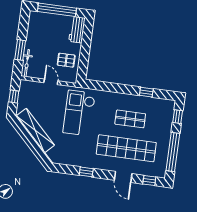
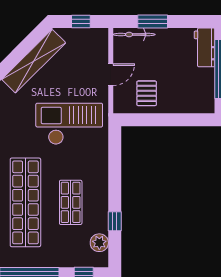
workbench: (77, 30) -> (205, 47), moved, turned -90
plant: (159, 104) -> (99, 243), added

